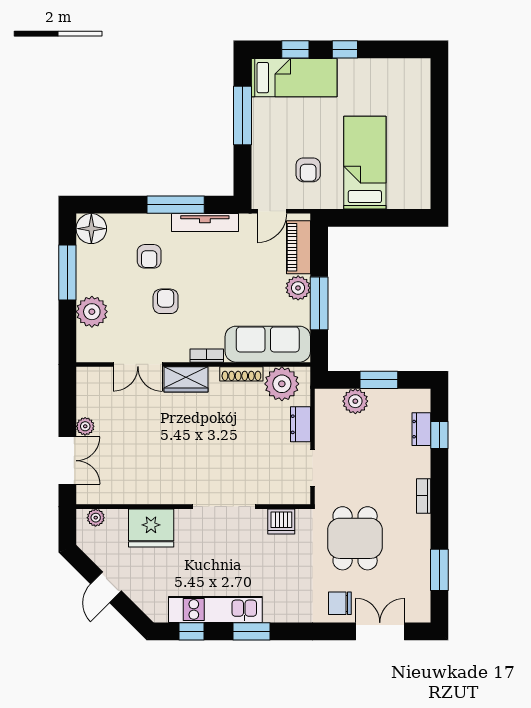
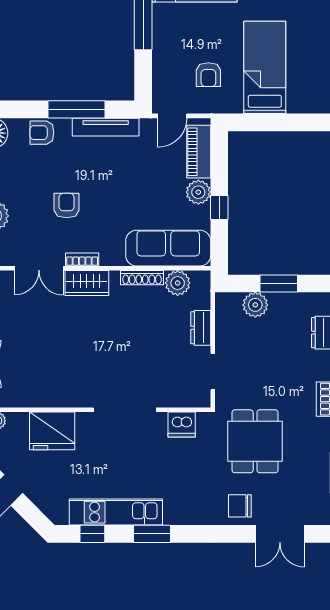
armchair: (149, 256) -> (42, 133), moved, turned 90
window: (319, 303) -> (219, 208), width x0.46
bookcase: (207, 356) -> (82, 260), moved
plant: (282, 384) -> (178, 283), width x0.73, depth x0.73
double door: (380, 631) -> (280, 534), swing flipped

